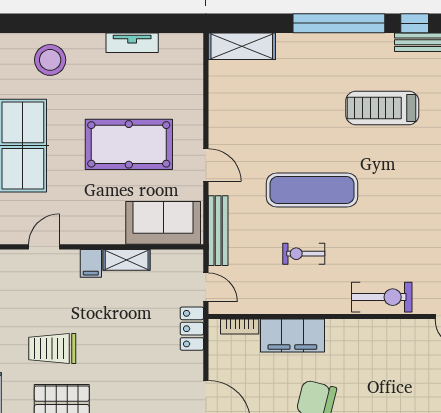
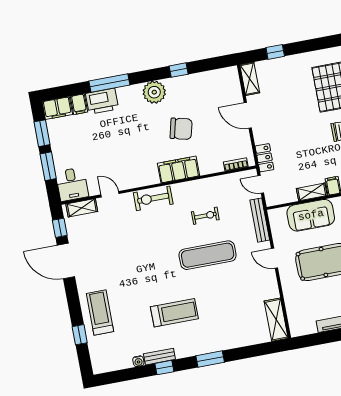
window: (339, 23) -> (210, 359), width x0.47
shelving: (242, 46) -> (276, 320), moved, turned 90
sofa: (163, 223) -> (311, 215), moved
filing cabinet: (292, 336) -> (178, 170), moved

